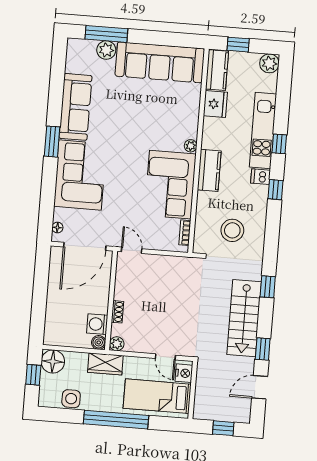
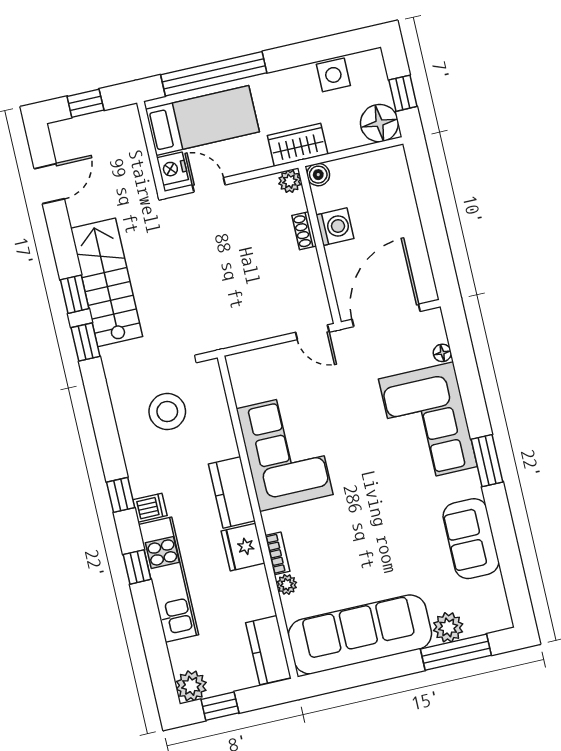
window: (238, 45) -> (220, 706), moved
fridge: (215, 104) -> (243, 547), moved
sofa: (76, 107) -> (471, 539), width x0.73
plant: (191, 146) -> (287, 585), moved
floor lamp: (57, 228) -> (442, 353), moved
bookcase: (185, 233) -> (278, 553), moved
washing machine: (97, 324) -> (335, 227), moved
window: (263, 349) -> (75, 294), moved
window: (116, 420) -> (214, 74), moved

